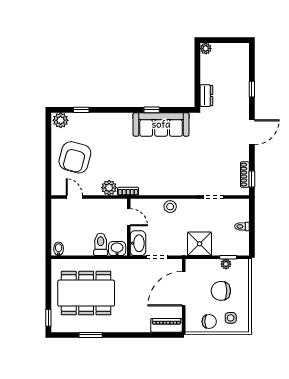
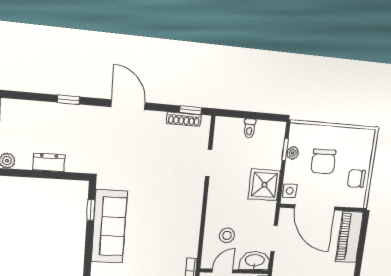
dresser: (206, 96) -> (49, 162), moved
window: (152, 110) -> (91, 210), moved
stool: (170, 207) -> (227, 235), moved
side table: (231, 318) -> (290, 191), moved
chair: (209, 321) -> (356, 178), turned -90
piano: (166, 325) -> (349, 237), width x1.37, depth x1.33

